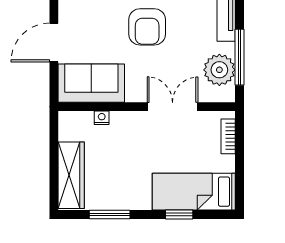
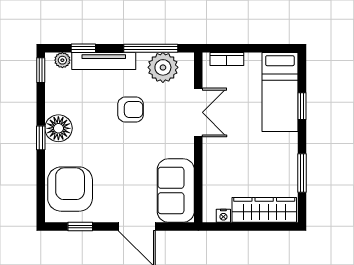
armchair: (147, 27) -> (131, 109), moved, width x0.72, depth x0.72
double door: (173, 107) -> (198, 112), swing flipped
nightstand: (102, 118) -> (223, 216), moved, turned -90

